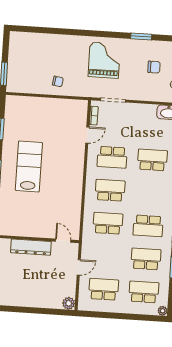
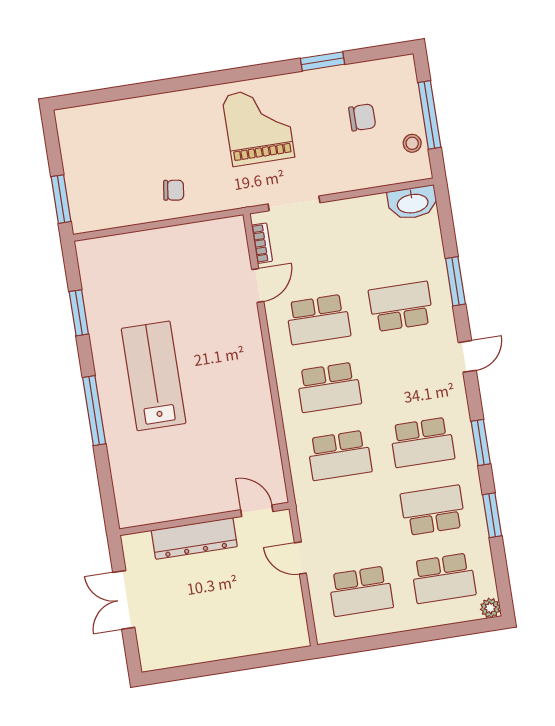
school desk: (110, 190) -> (329, 387), turned 180
school desk: (108, 223) -> (340, 455), turned 180
door: (79, 267) -> (300, 558), swing flipped
school desk: (104, 289) -> (361, 591), turned 180
school desk: (144, 292) -> (444, 578), turned 180
plant: (69, 303) -> (296, 635), removed

